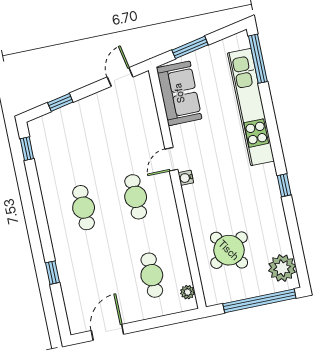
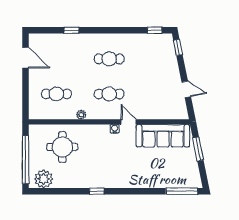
door: (120, 77) -> (186, 89), moved
sofa: (179, 93) -> (163, 136), width x1.36
window: (60, 102) -> (178, 47), moved
kitchen unit: (251, 107) -> (152, 180), removed
round table: (229, 250) -> (62, 147), turned 34
plant: (188, 292) -> (81, 115), moved

